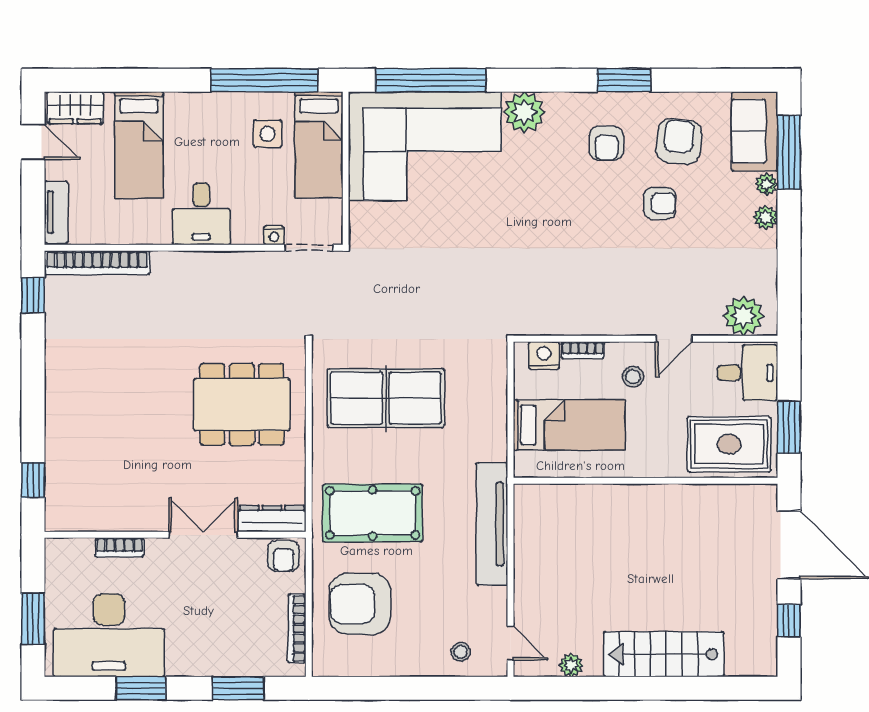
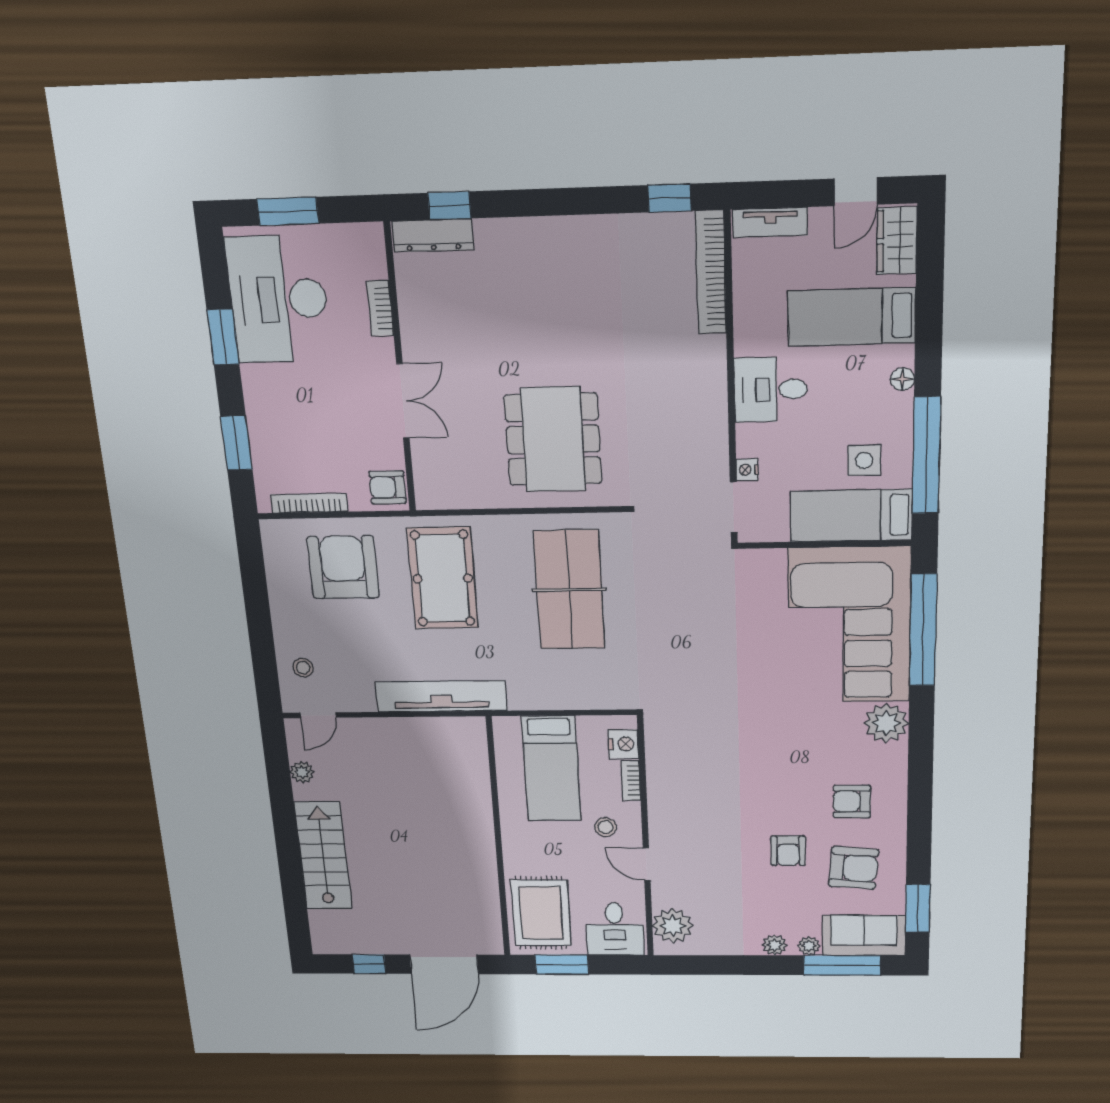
window: (624, 80) -> (918, 908), moved
floor lamp: (195, 102) -> (902, 379), added
dresser: (272, 519) -> (433, 235), moved, turned 90

